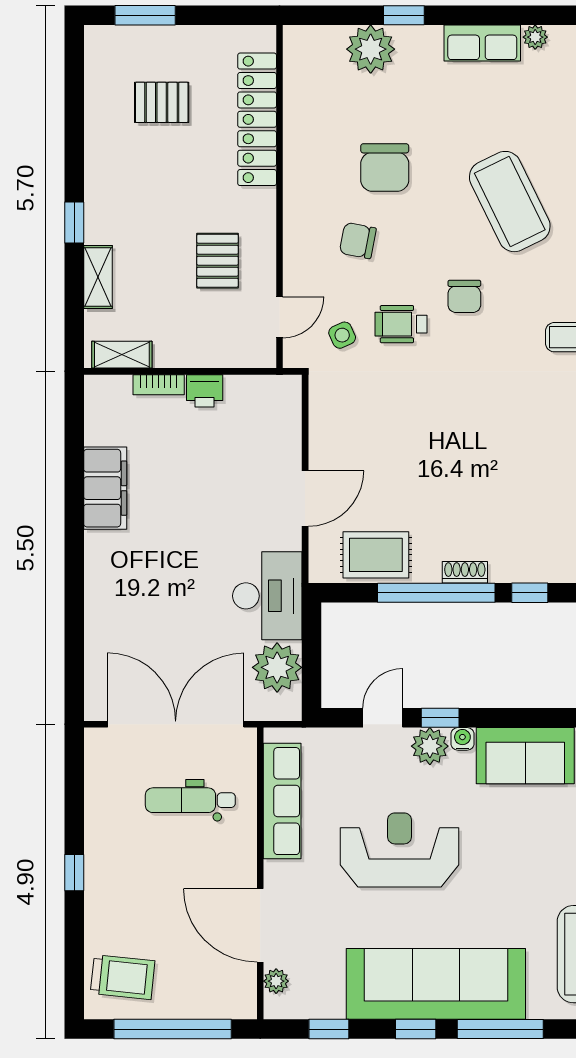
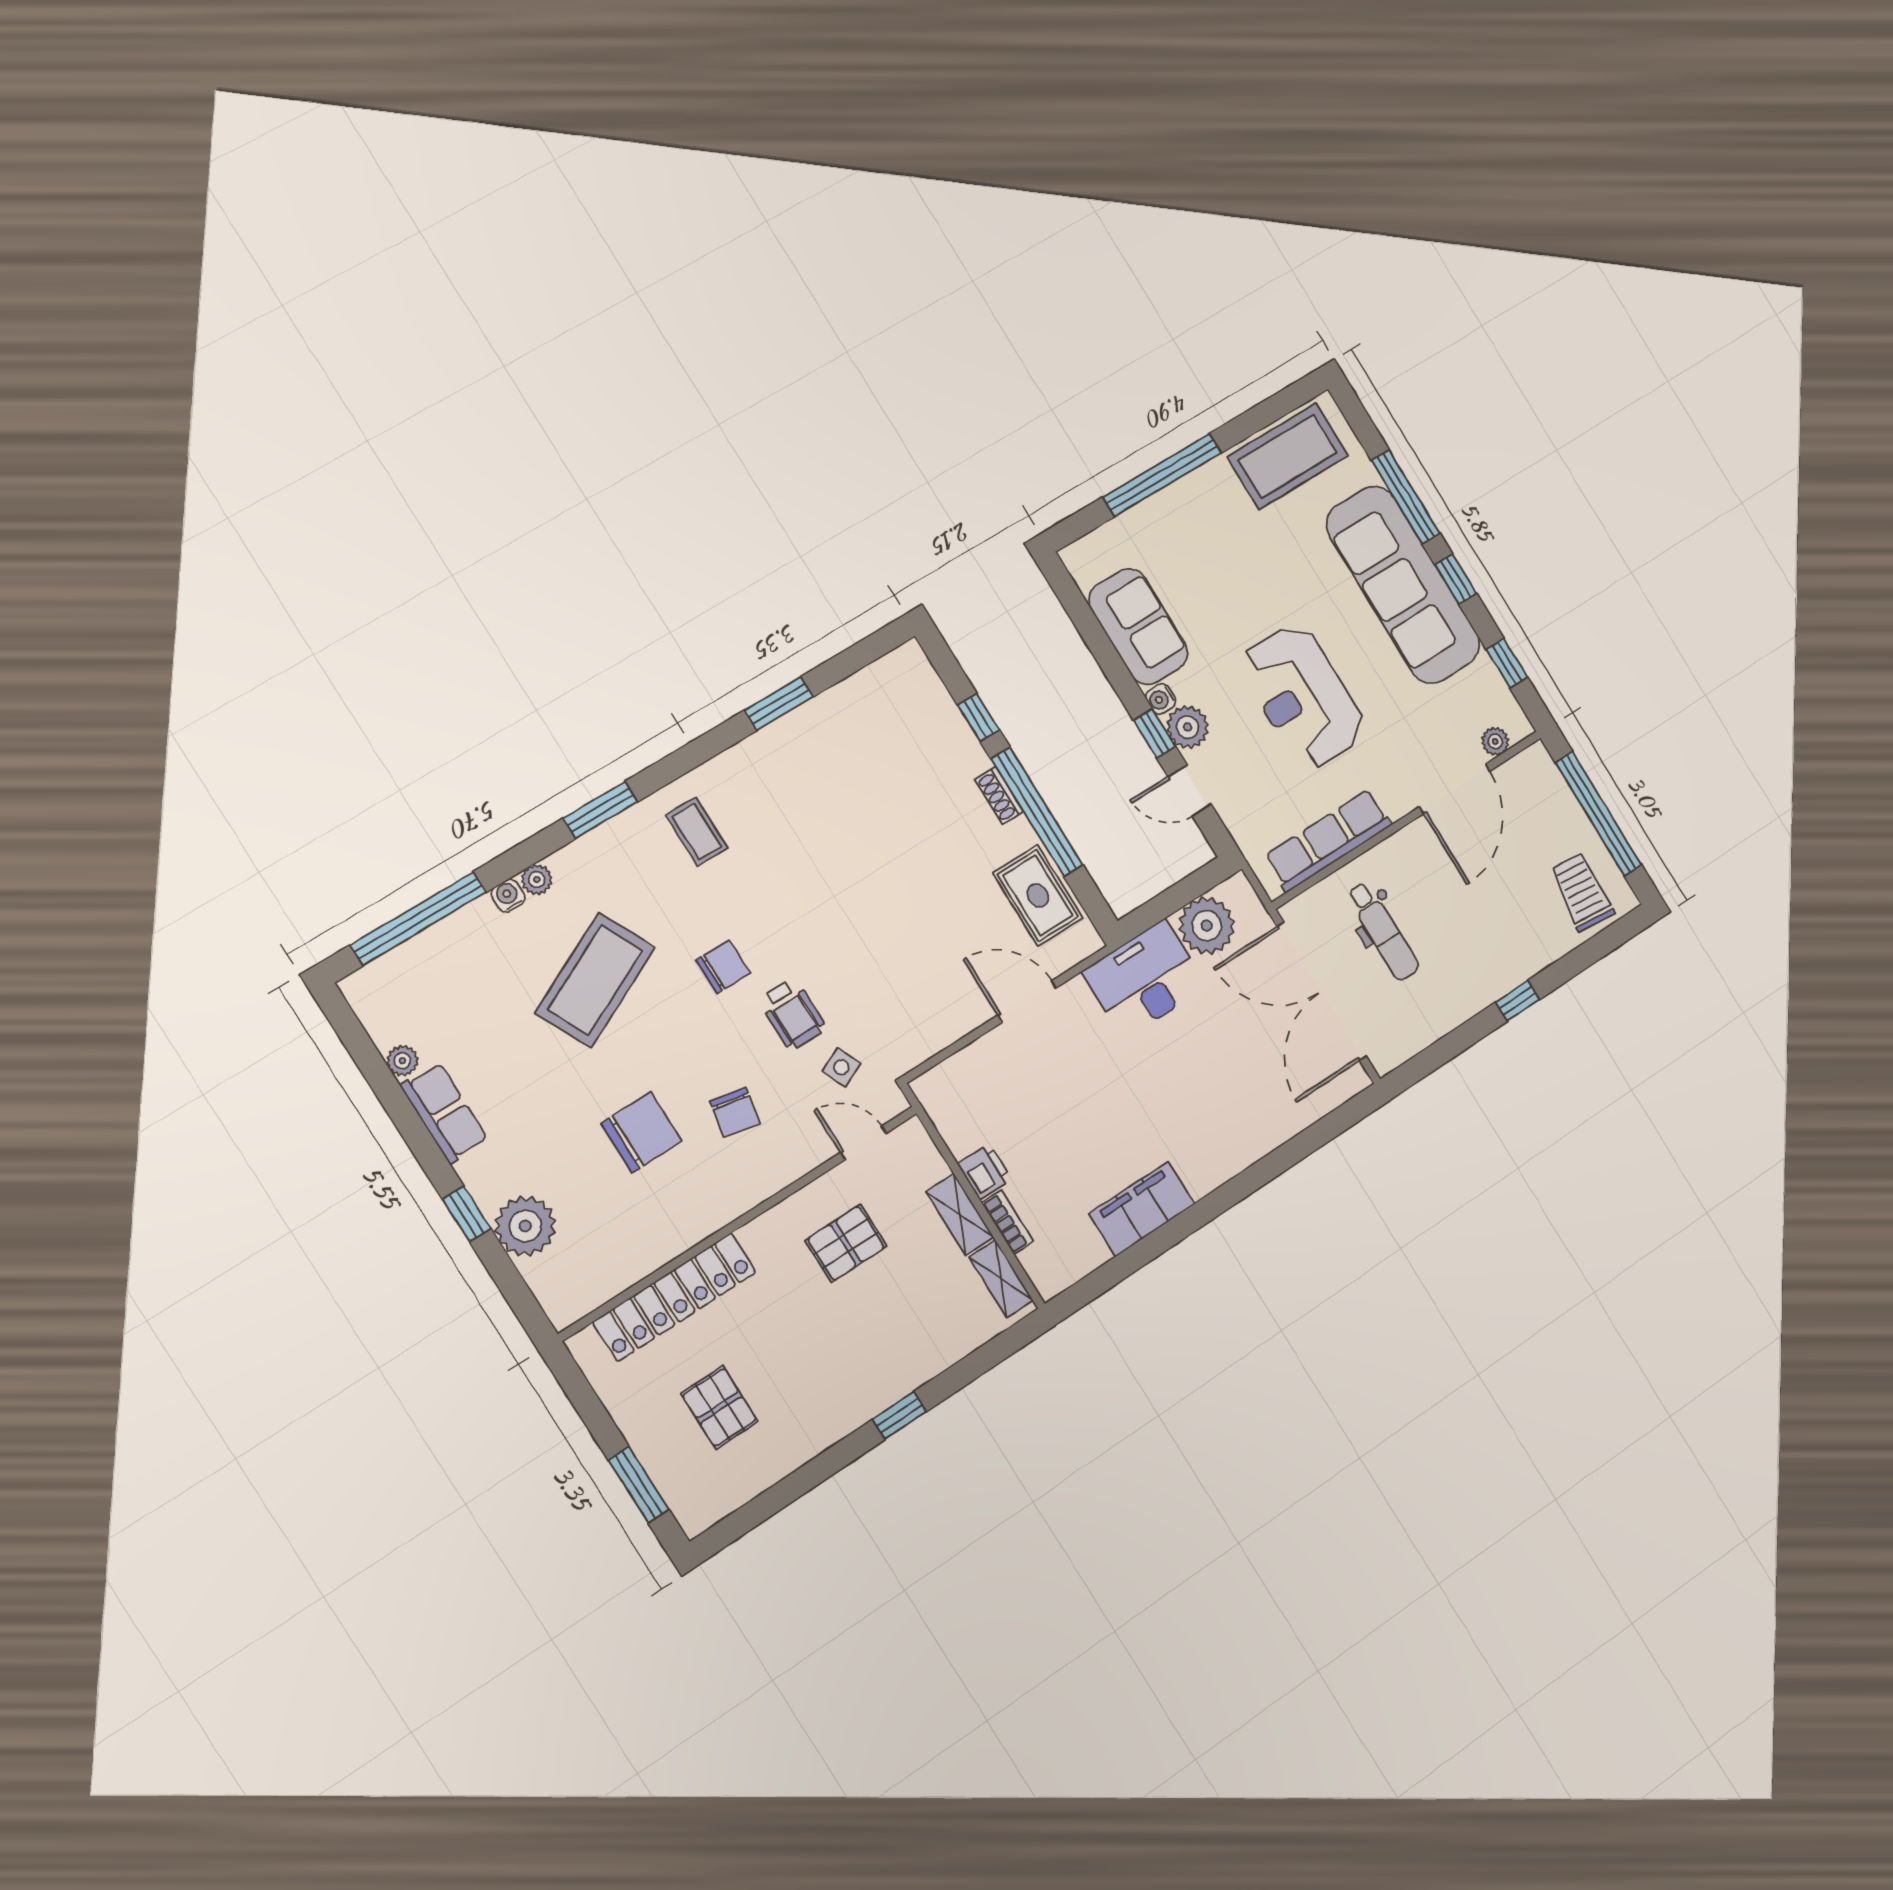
shelving: (98, 277) -> (960, 1214), moved, turned 90

